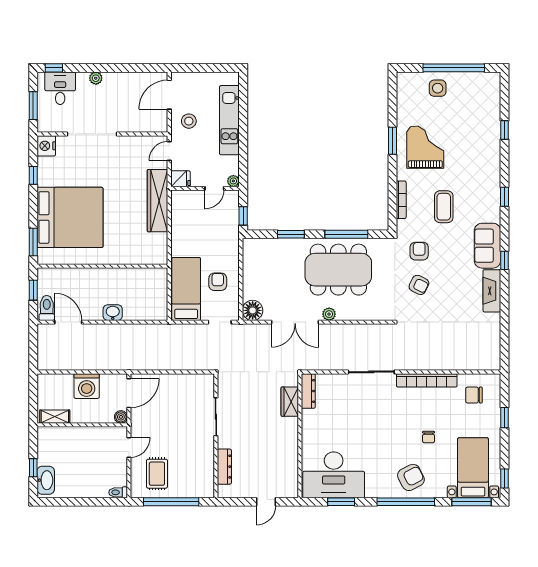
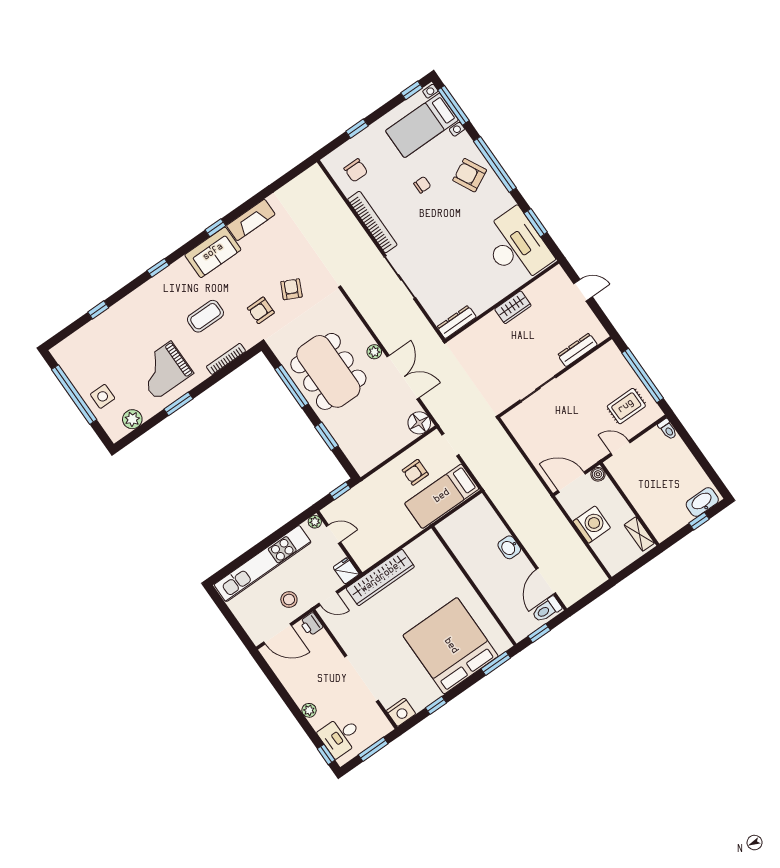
plant: (405, 98) -> (132, 419), added
kitchen unit: (229, 120) -> (263, 564), width x1.36
printer: (159, 125) -> (311, 624), added
wardrobe: (290, 402) -> (513, 307), moved

